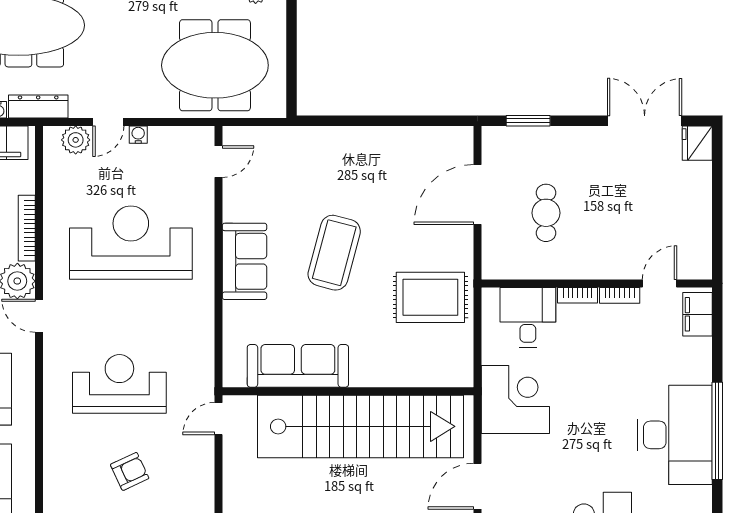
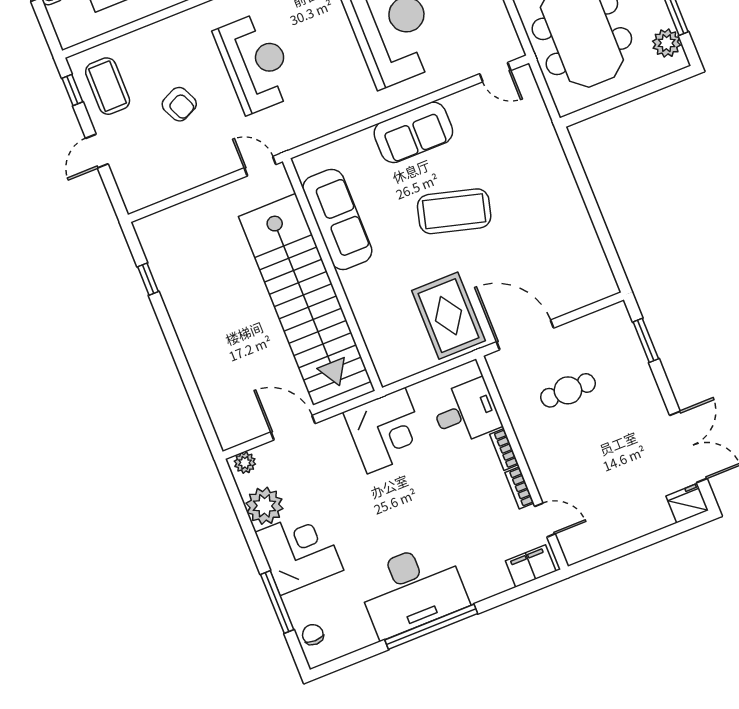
door: (478, 195) -> (525, 335), moved

